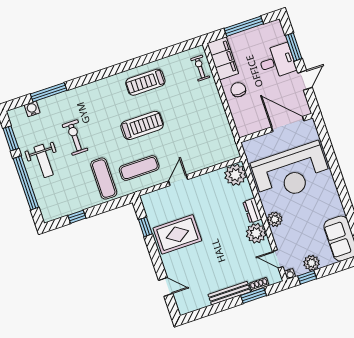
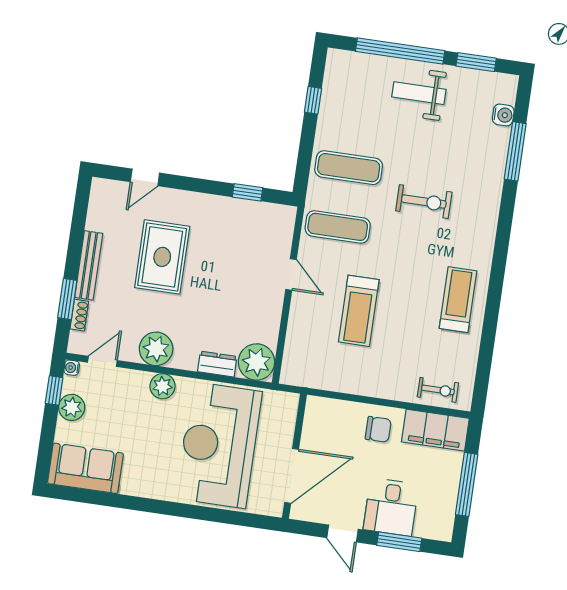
treadmill: (142, 125) -> (359, 311), moved
exercise bike: (75, 138) -> (424, 202), moved
exercise mat: (139, 168) -> (338, 227), turned 90
dresser: (252, 211) -> (217, 364), moved
rug: (177, 234) -> (162, 257), moved

